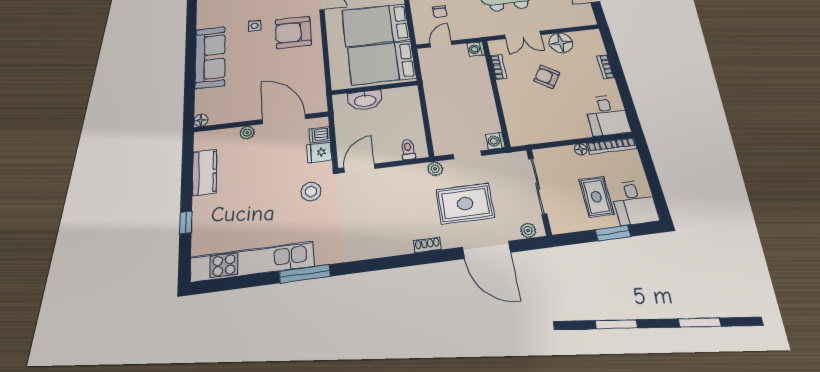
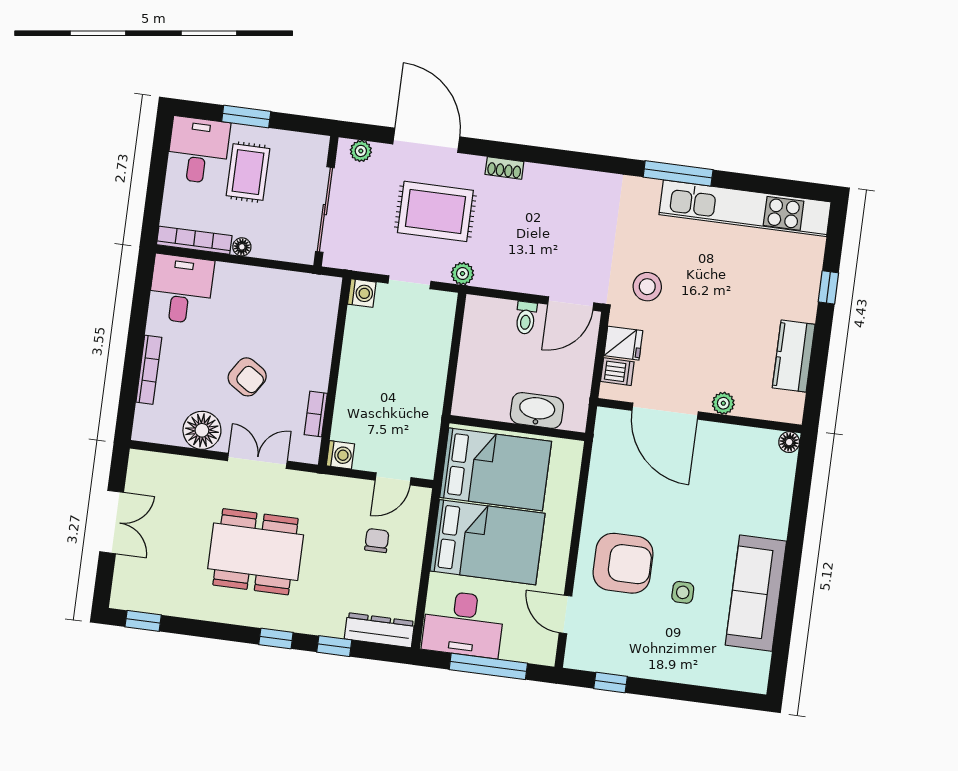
sofa: (210, 57) -> (756, 593), moved
bookcase: (606, 67) -> (149, 370), width x1.56
toilet: (408, 150) -> (526, 318), moved

